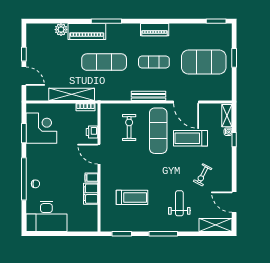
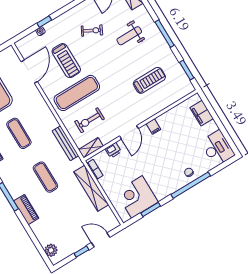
plant: (61, 30) -> (51, 250), moved
piano: (87, 32) -> (26, 210), width x0.73, depth x0.75
exercise mat: (104, 62) -> (45, 177), width x0.73, depth x0.69
door: (24, 76) -> (101, 240), hinge flipped
bench: (149, 96) -> (66, 143), moved
door: (186, 102) -> (29, 72), moved
shelving: (227, 116) -> (91, 148), moved
filing cabinet: (91, 194) -> (202, 113), moved, turned 90
treadmill: (132, 197) -> (149, 80), turned 90
desk: (46, 216) -> (217, 148), width x0.73, depth x0.77

